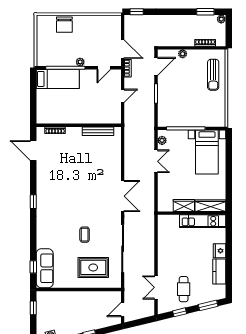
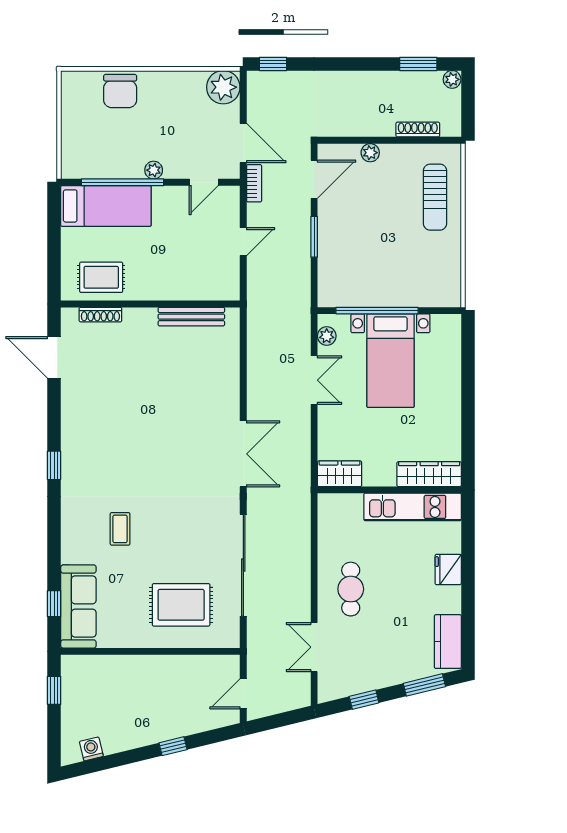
plant: (113, 23) -> (223, 87), added
rug: (55, 113) -> (101, 277), added
bed with nightstands: (207, 152) -> (390, 361), moved
wardrobe: (184, 206) -> (340, 474), moved
coffee table: (85, 235) -> (120, 529), moved
kitchen counter: (219, 271) -> (448, 642), moved
cafe table: (184, 289) -> (351, 589), moved

